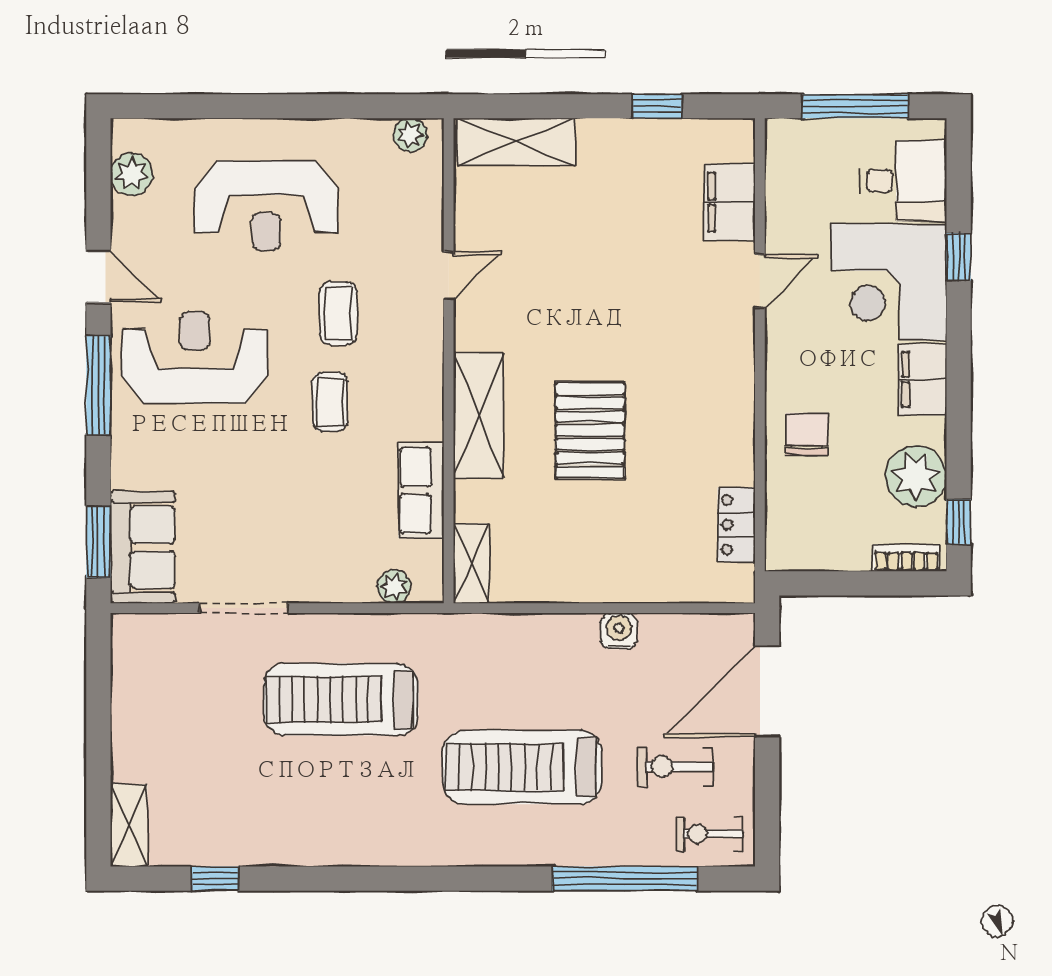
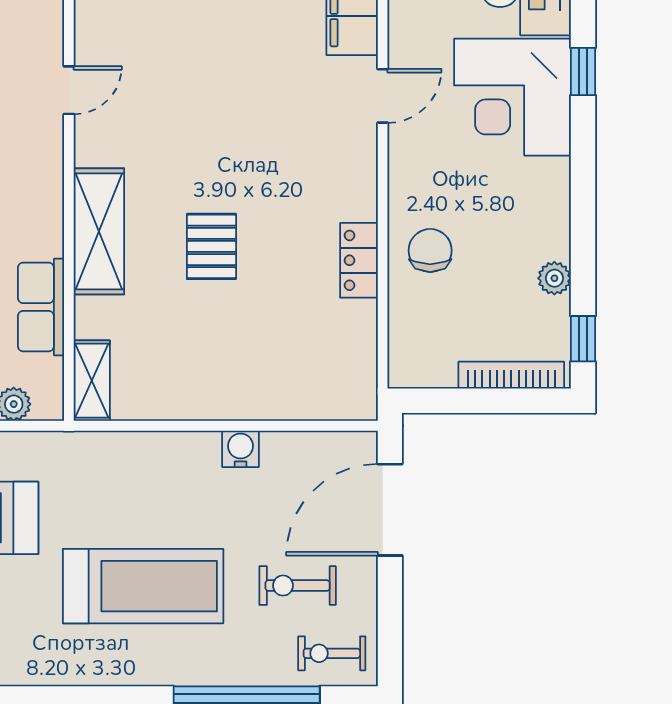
filing cabinet: (923, 379) -> (547, 195), removed
pallet: (590, 430) -> (211, 246), width x0.67, depth x0.71
plant: (916, 476) -> (554, 278), width x0.53, depth x0.53
locker: (736, 525) -> (359, 260), moved
bookcase: (906, 558) -> (511, 375), width x1.56
treadmill: (522, 767) -> (143, 586), turned 180

